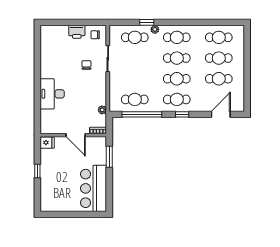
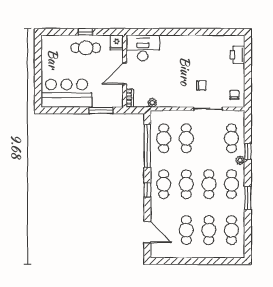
window: (189, 22) -> (248, 198), added
printer: (77, 32) -> (238, 55), moved
cafe table: (135, 79) -> (186, 138), added
desk: (52, 94) -> (143, 48), moved
cafe table: (52, 171) -> (86, 48), added

